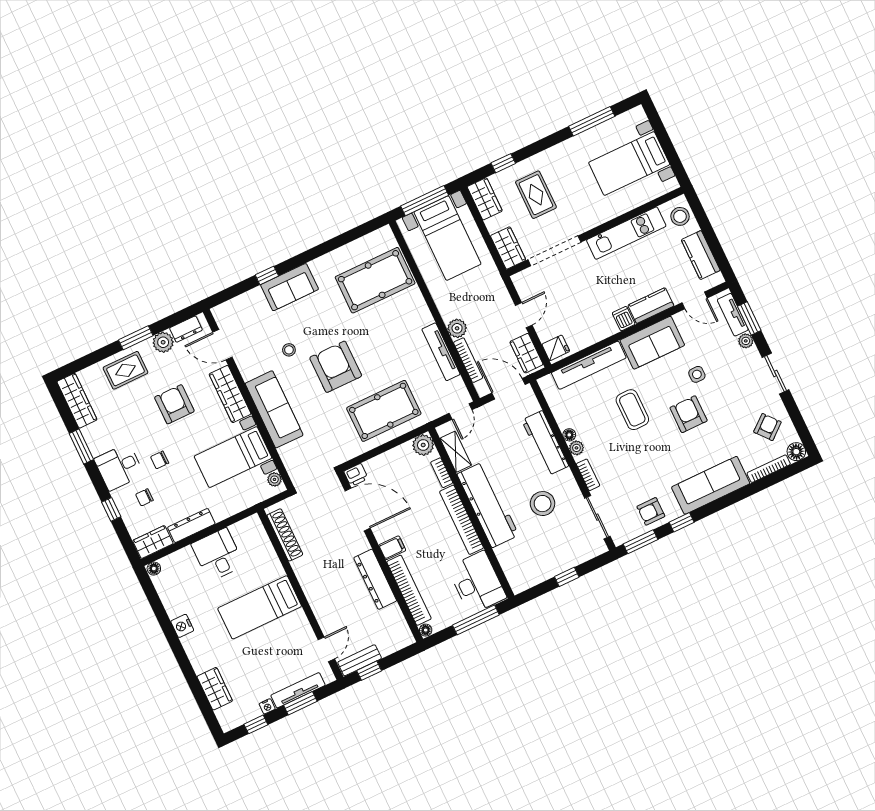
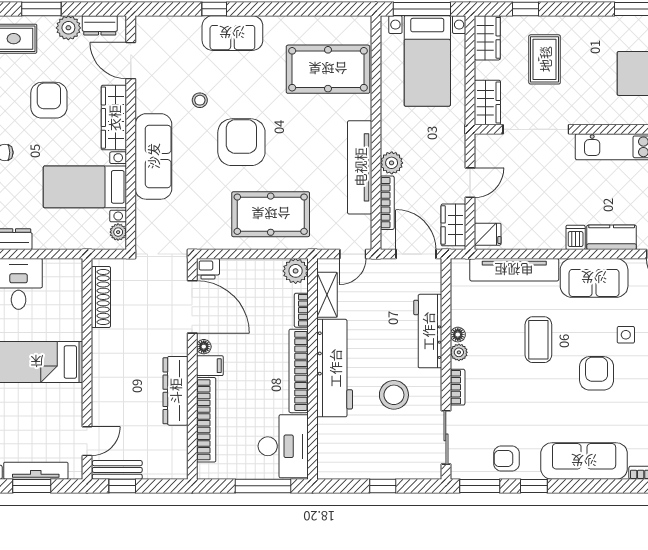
tv unit: (441, 352) -> (360, 167), width x1.36, depth x1.29
floor lamp: (426, 630) -> (204, 347), moved

